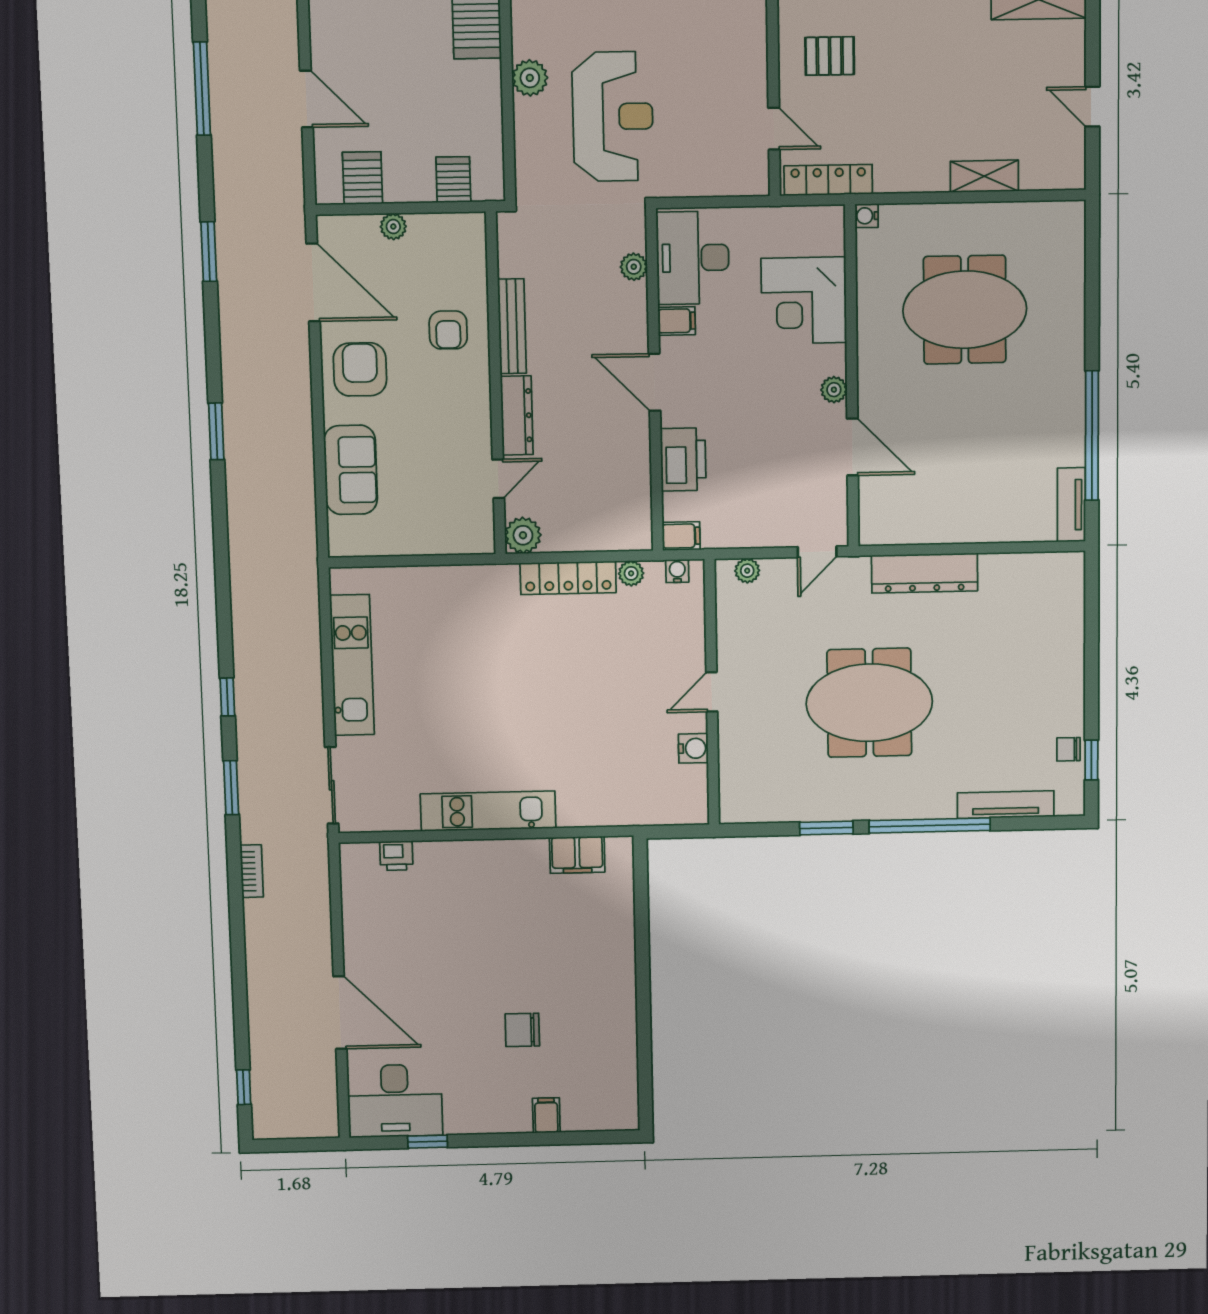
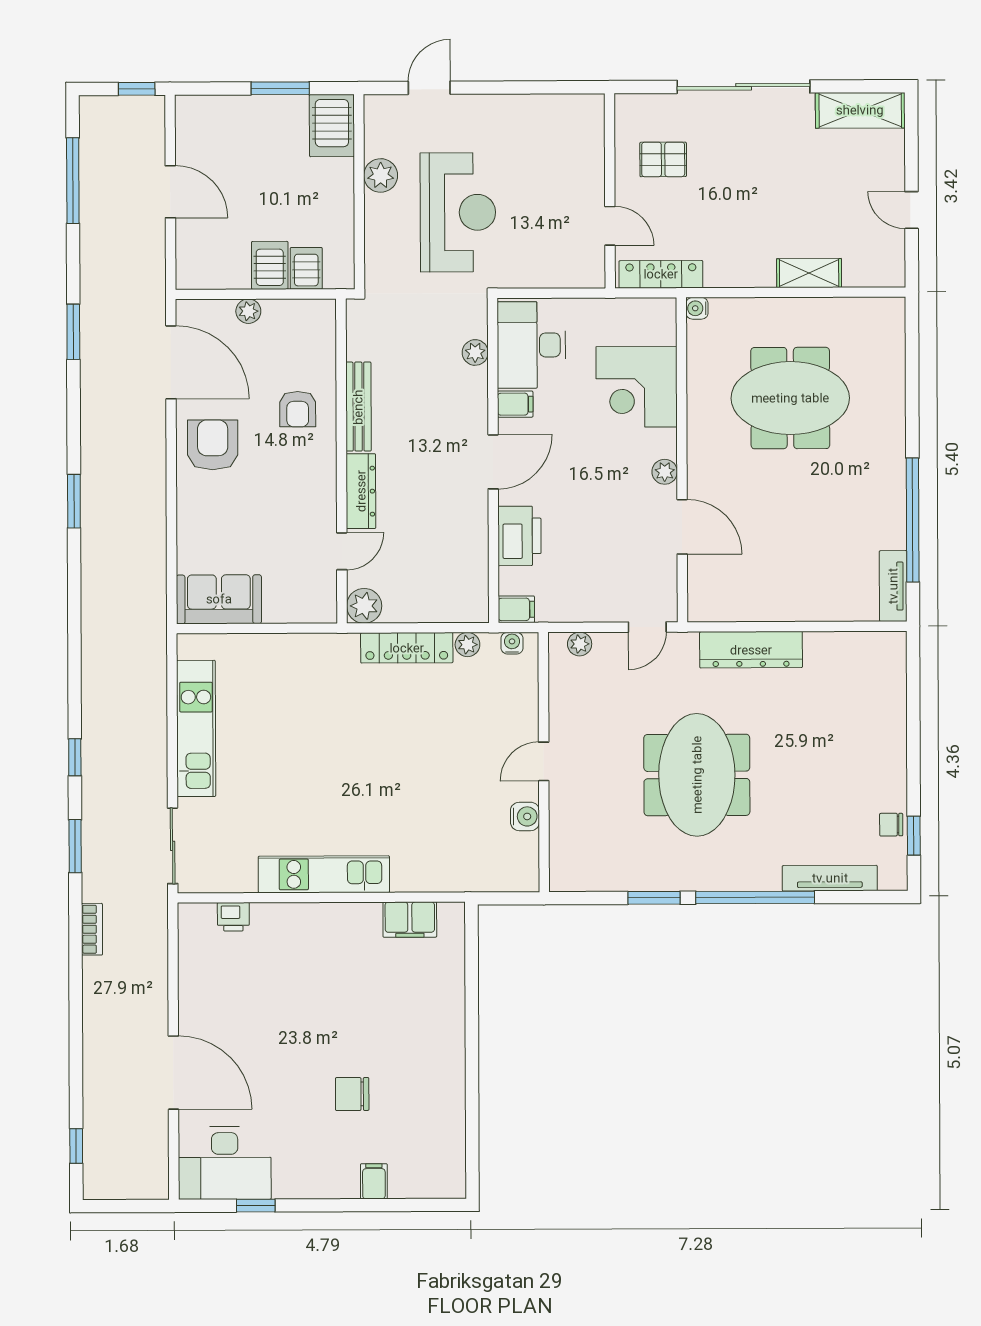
server rack: (362, 178) -> (270, 265), moved
door: (655, 382) -> (493, 462), swing flipped
sofa: (351, 470) -> (219, 599), moved, turned -90
meeting table: (869, 703) -> (697, 775), turned 90

